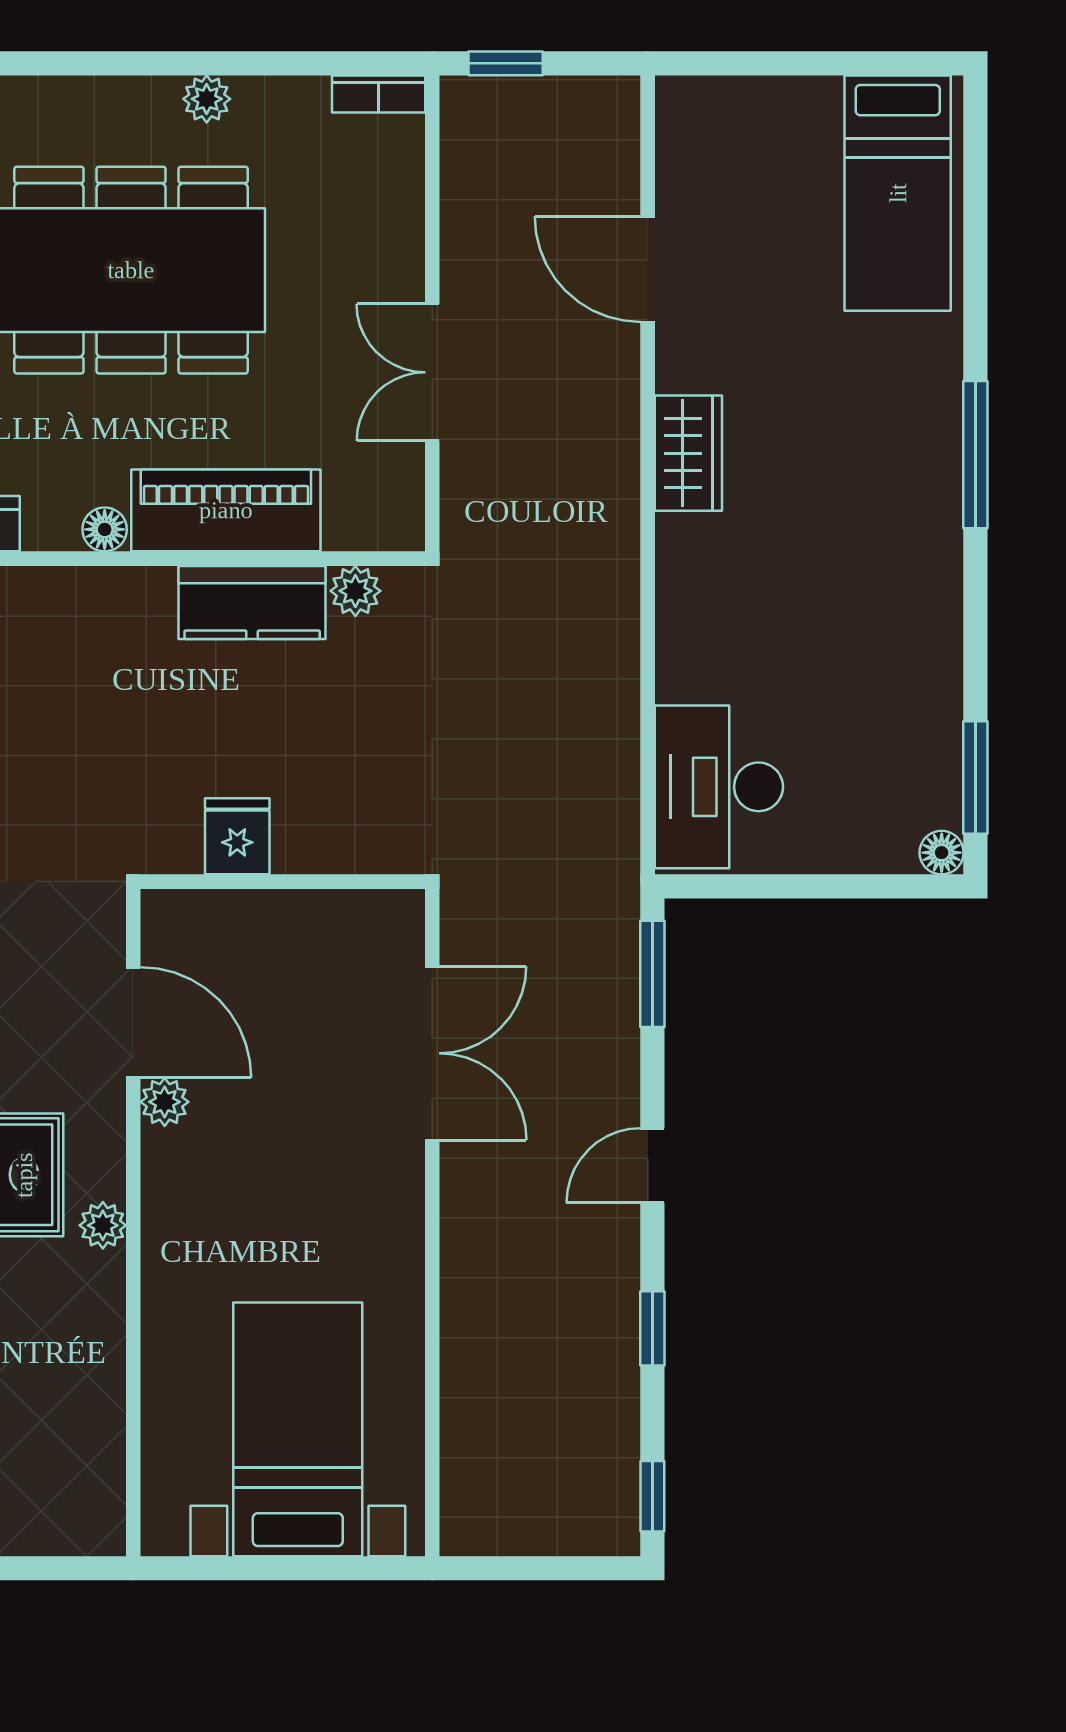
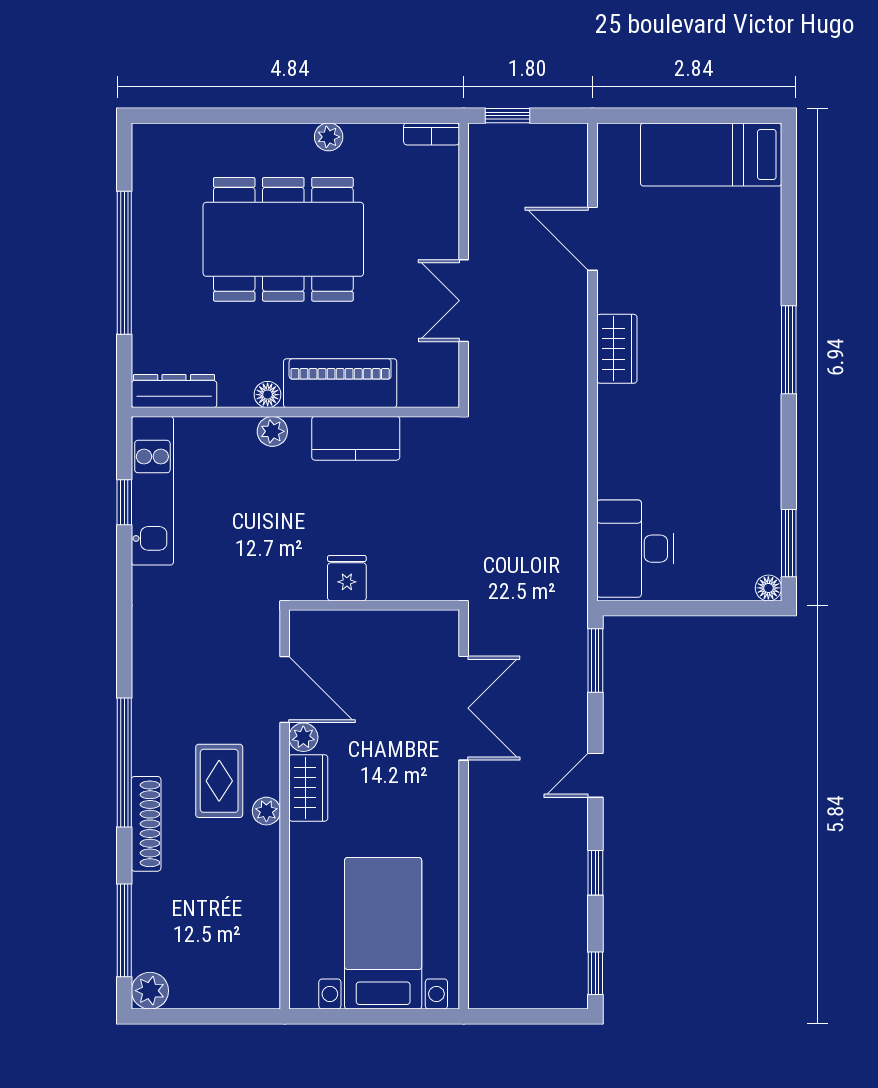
bed: (898, 193) -> (711, 154), moved, turned 90
plant: (355, 591) -> (272, 431), moved
wardrobe: (173, 1187) -> (308, 788), added

